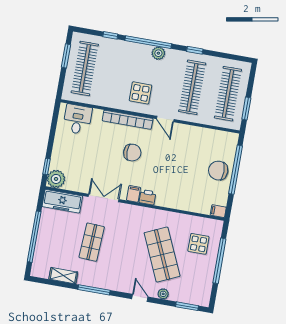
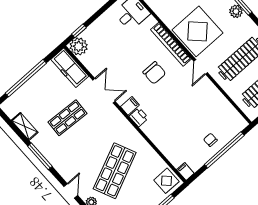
display table: (140, 93) -> (198, 31), width x1.86, depth x1.86
chair: (218, 171) -> (210, 140), width x0.54, depth x0.54
display table: (198, 244) -> (166, 181), moved

